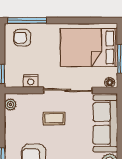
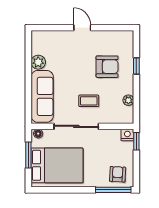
armchair: (22, 38) -> (118, 174), turned -87
nightstand: (31, 81) -> (127, 135), moved
plant: (10, 105) -> (128, 100), moved

